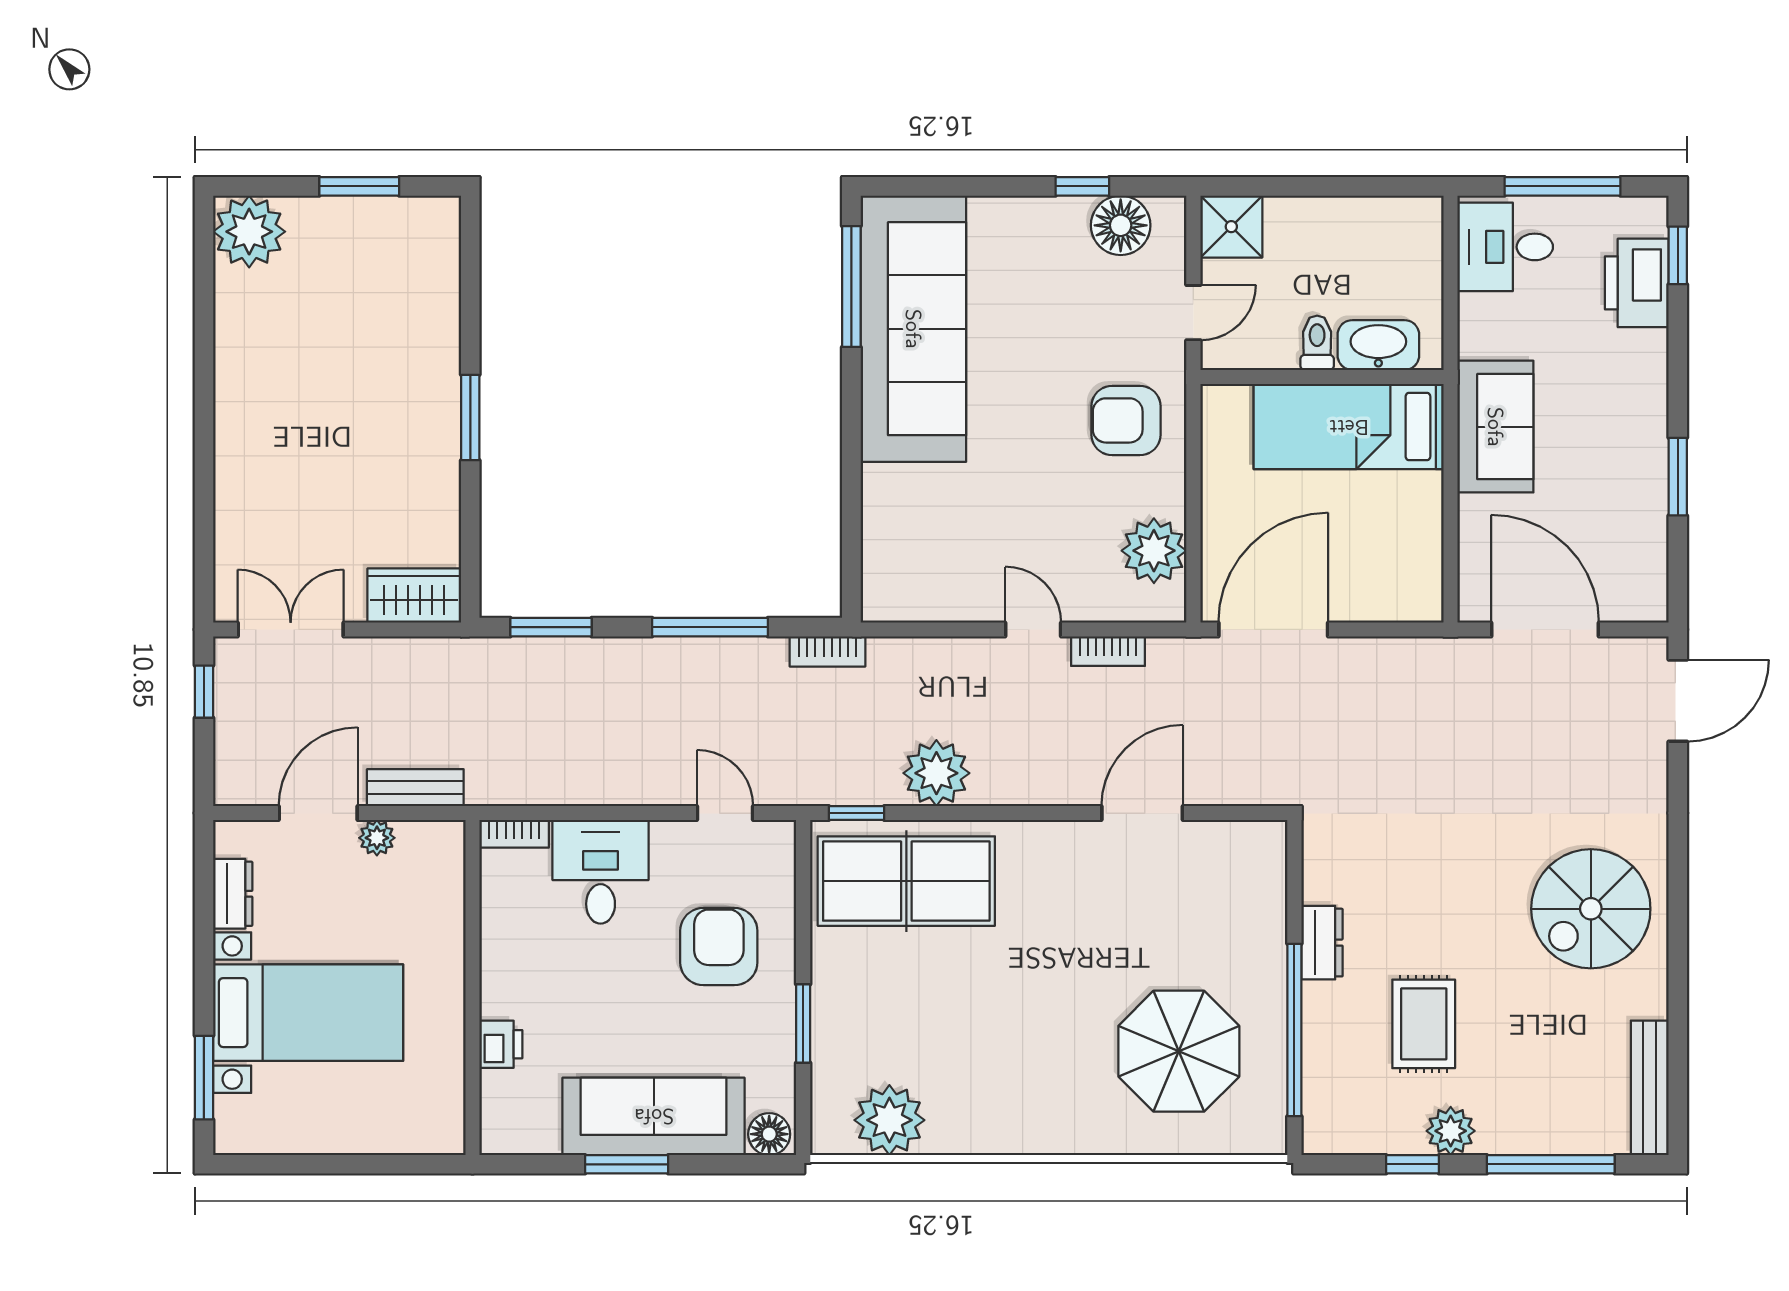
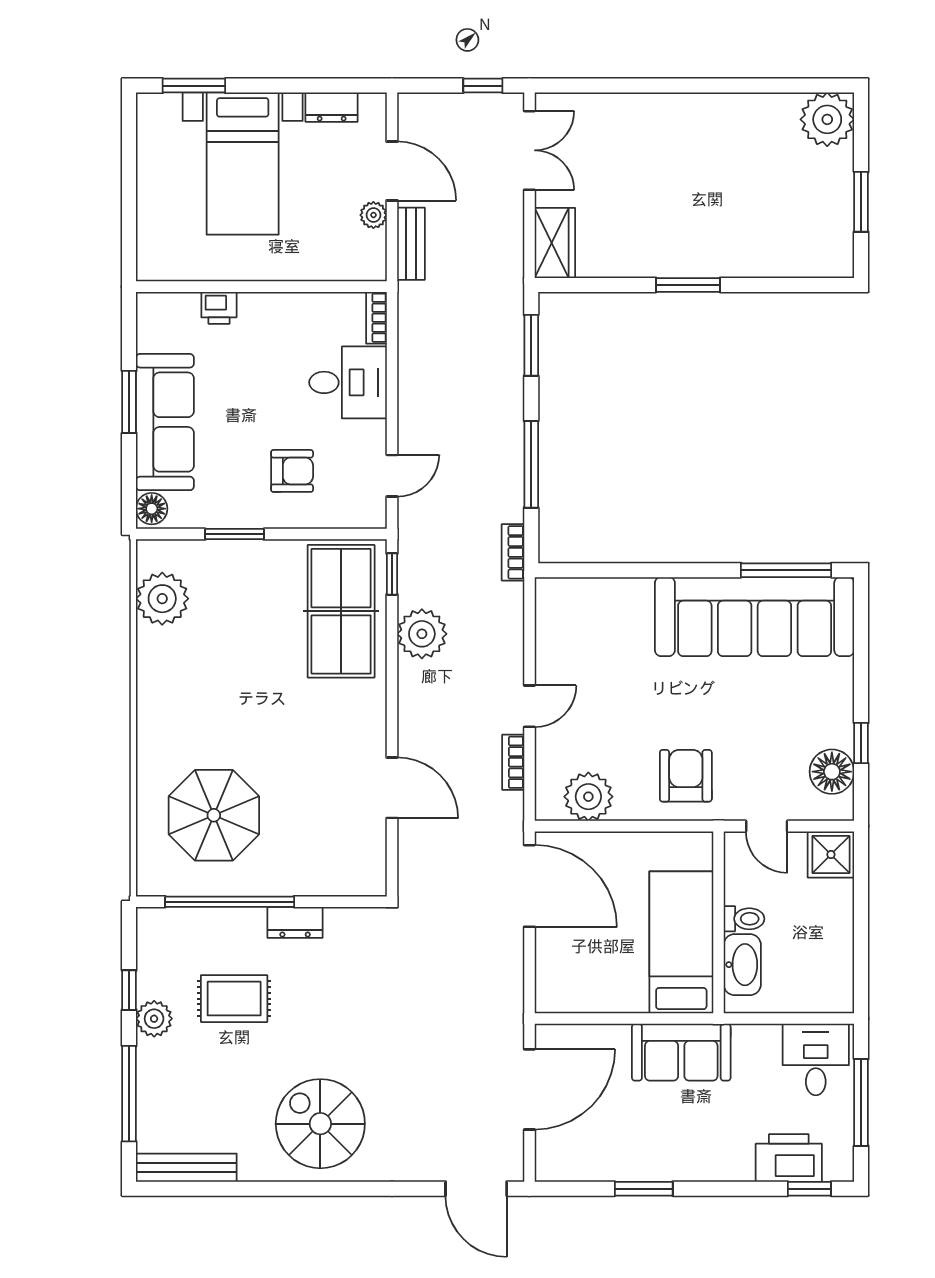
armchair: (719, 947) -> (292, 471), width x0.72, depth x0.72

